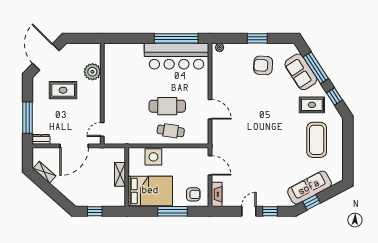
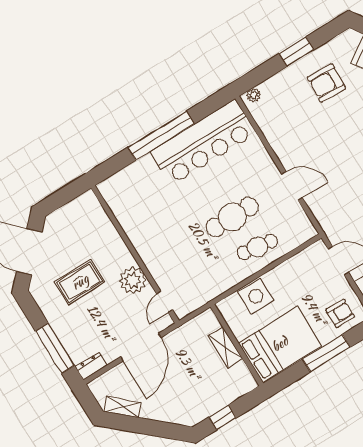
window: (176, 38) -> (161, 136), moved
plant: (92, 72) -> (133, 280), moved

